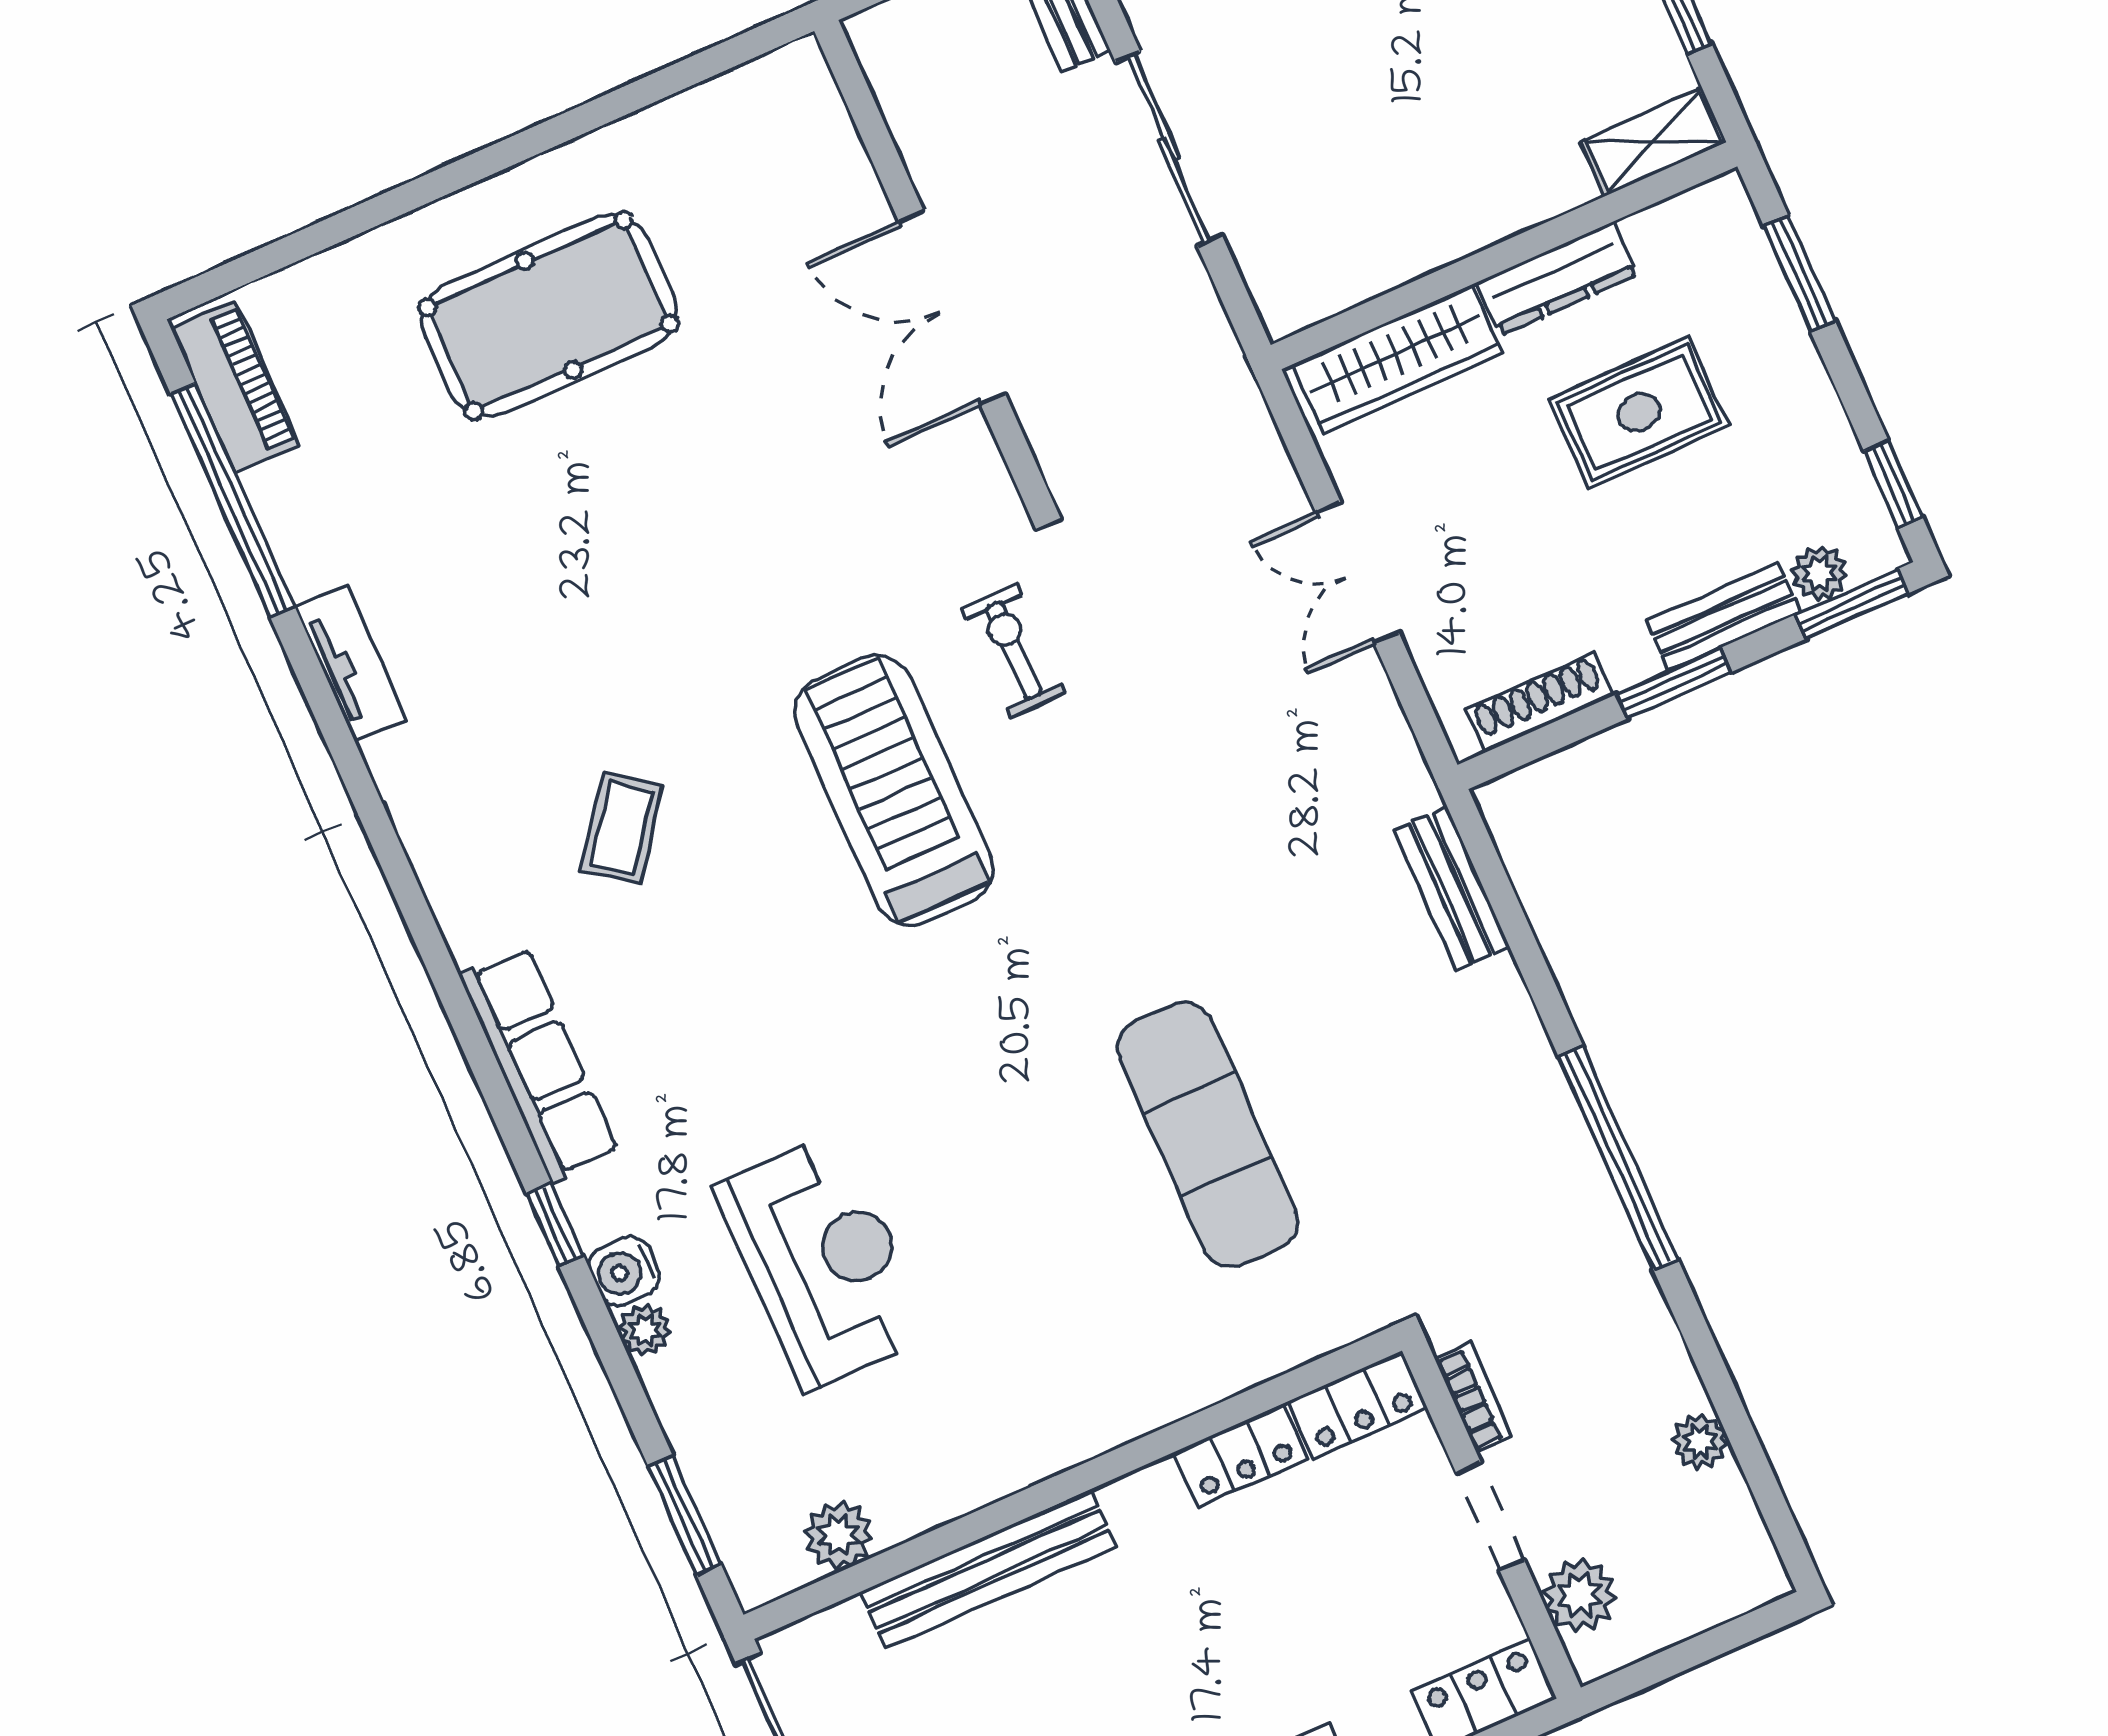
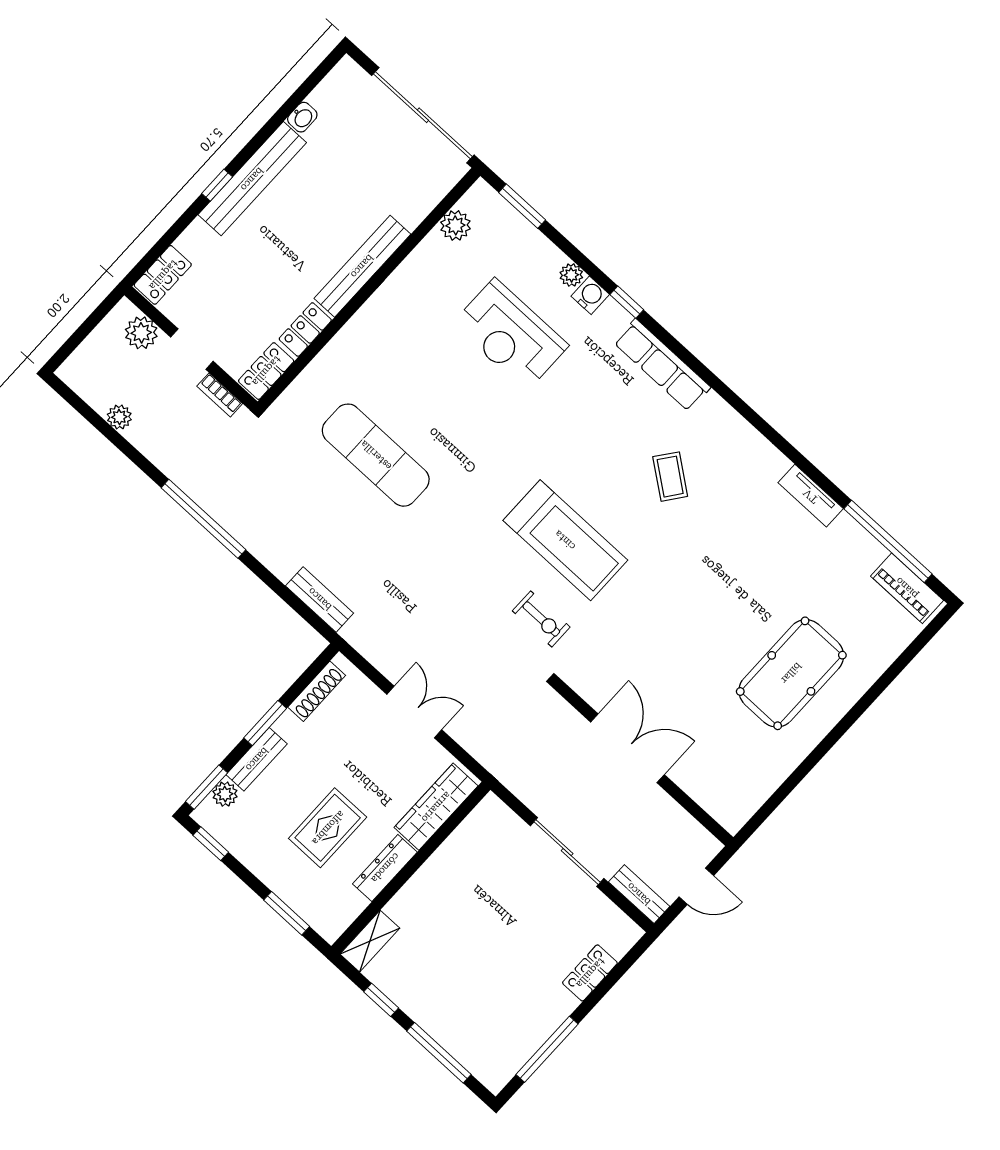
bench: (988, 1569) -> (362, 266), moved

